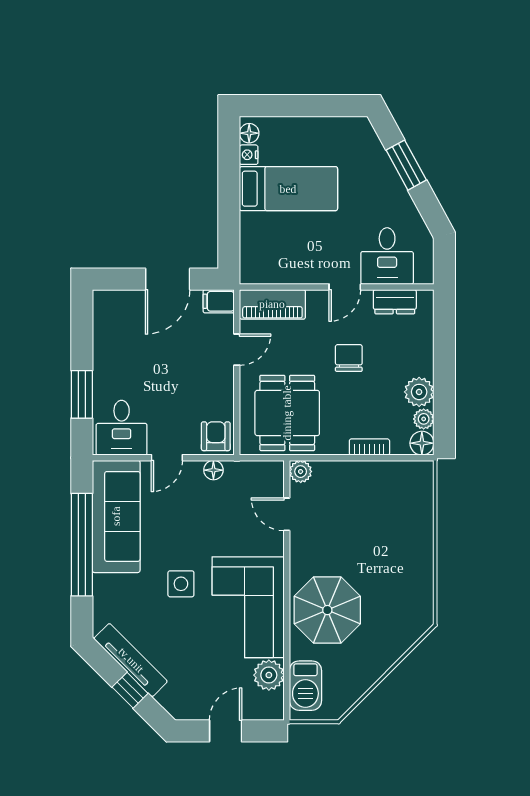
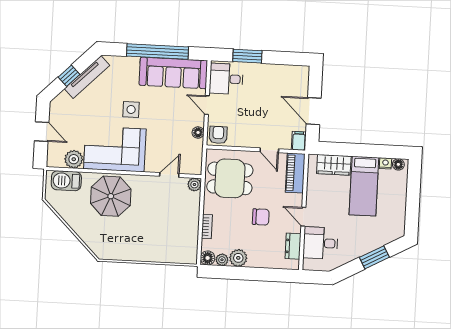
wardrobe: (256, 241) -> (334, 165), added
armchair: (216, 436) -> (218, 135), turned -90

